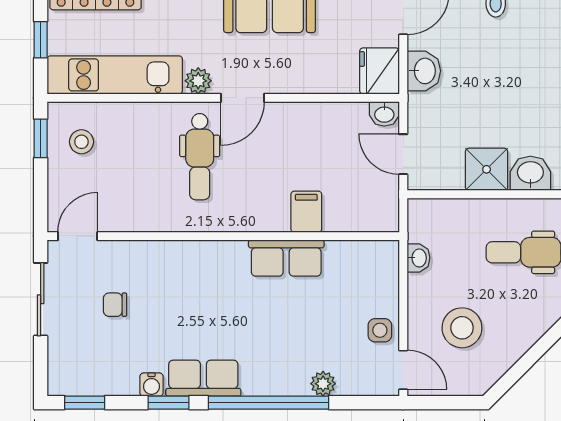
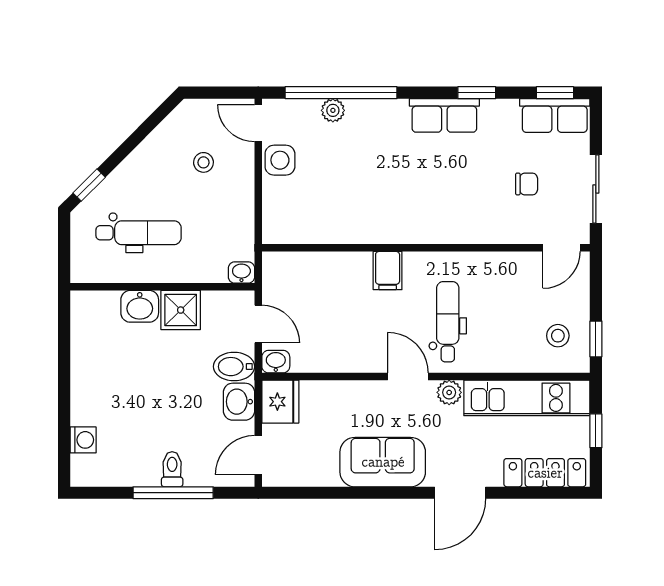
door: (243, 98) -> (408, 377), hinge flipped
bidet: (429, 109) -> (234, 367), added
filing cabinet: (306, 212) -> (388, 271), moved
row of seats: (286, 258) -> (555, 116), moved, turned 180
washbasin: (419, 258) -> (241, 273), moved, turned 90
stool: (462, 328) -> (203, 162), width x0.53, depth x0.53
side table: (380, 330) -> (280, 160), width x1.37, depth x1.37
water cooler: (152, 385) -> (493, 110), removed
window: (269, 403) -> (341, 93), moved

